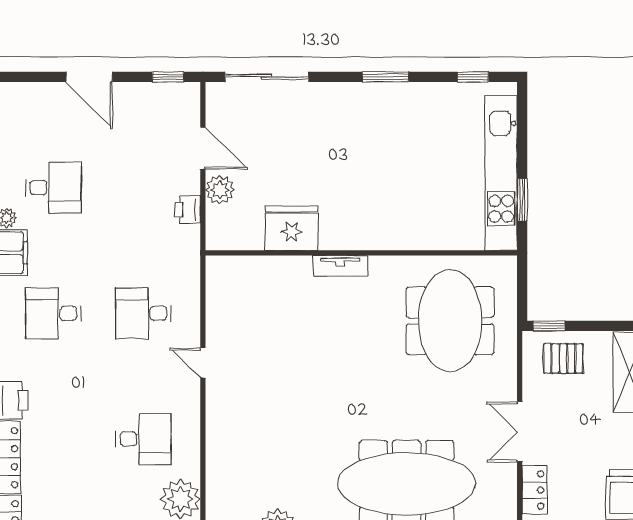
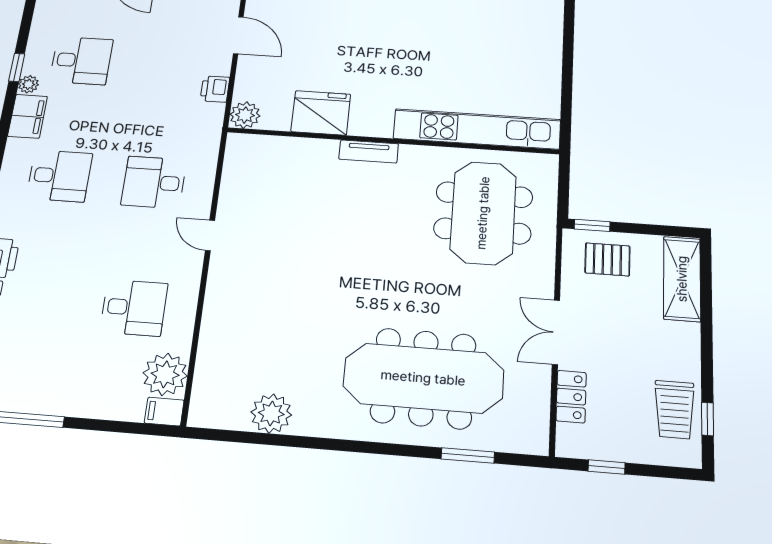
kitchen unit: (501, 173) -> (477, 129), moved, turned 90
plant: (220, 190) -> (245, 115), moved
window: (522, 200) -> (566, 103), removed
desk: (53, 313) -> (59, 176), turned 180

